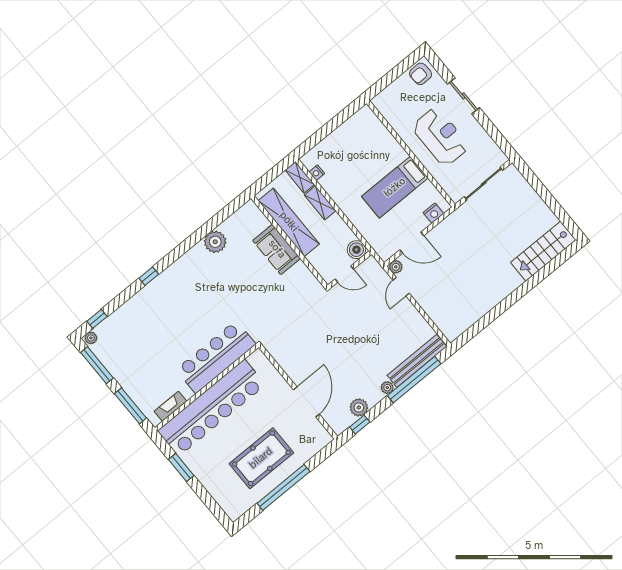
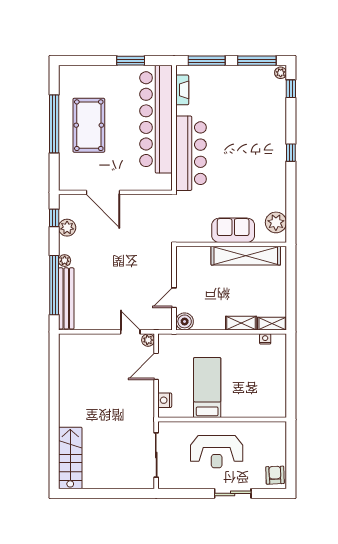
shelving: (289, 222) -> (246, 256), moved
wall: (289, 242) -> (231, 244), moved
sofa: (277, 249) -> (233, 230), moved

